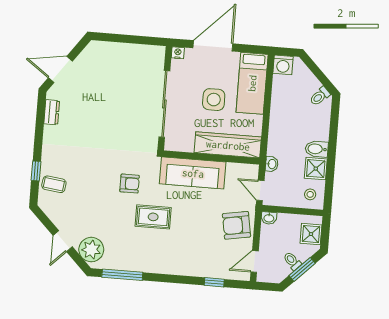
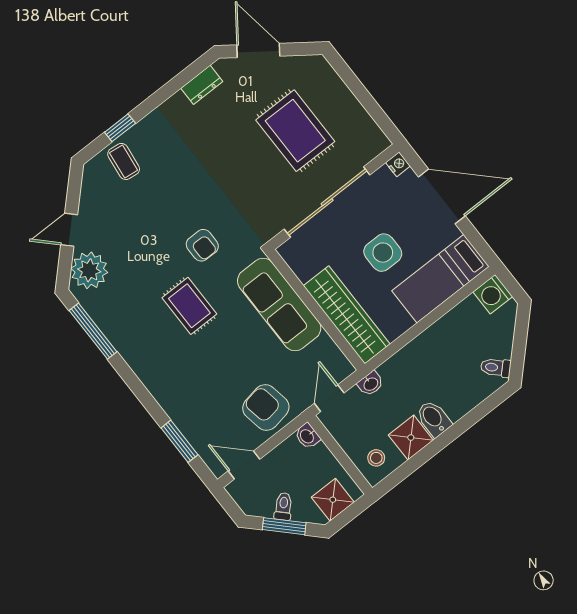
rug: (116, 87) -> (295, 131), added
window: (214, 282) -> (179, 441), width x1.50

